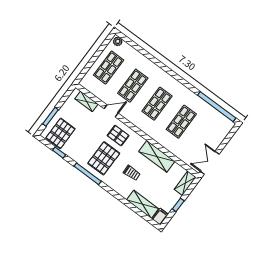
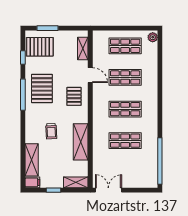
pallet: (104, 158) -> (42, 89), moved, turned 90

